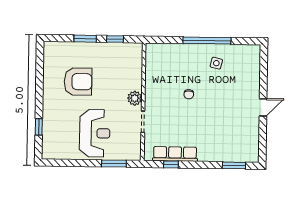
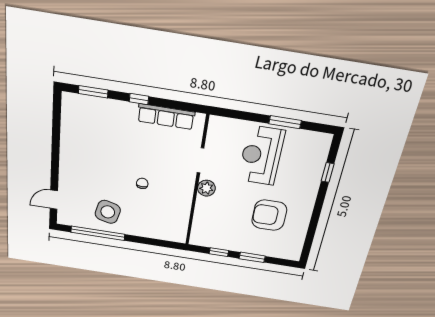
window: (207, 41) -> (98, 233), moved
side table: (216, 63) -> (108, 212), width x1.87, depth x1.87
door: (263, 107) -> (54, 200), moved
window: (114, 164) -> (285, 122), moved
window: (171, 164) -> (139, 99), moved

